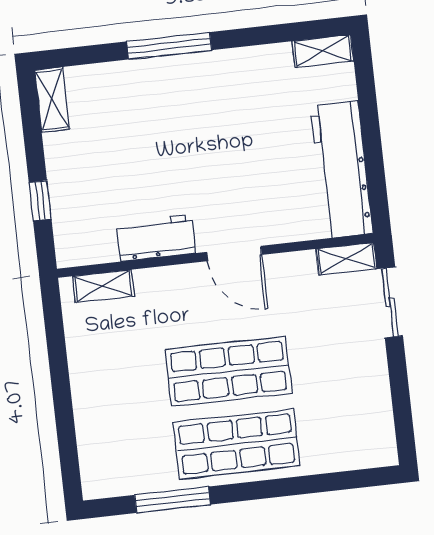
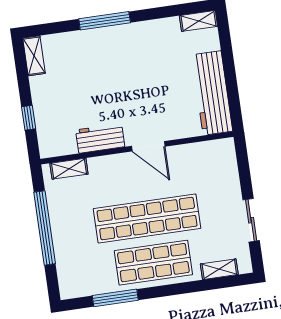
shelving: (346, 259) -> (219, 269), moved
sliding door: (390, 302) -> (251, 220), moved
shop shelf: (228, 372) -> (147, 218), width x1.40
window: (60, 382) -> (45, 228), added

